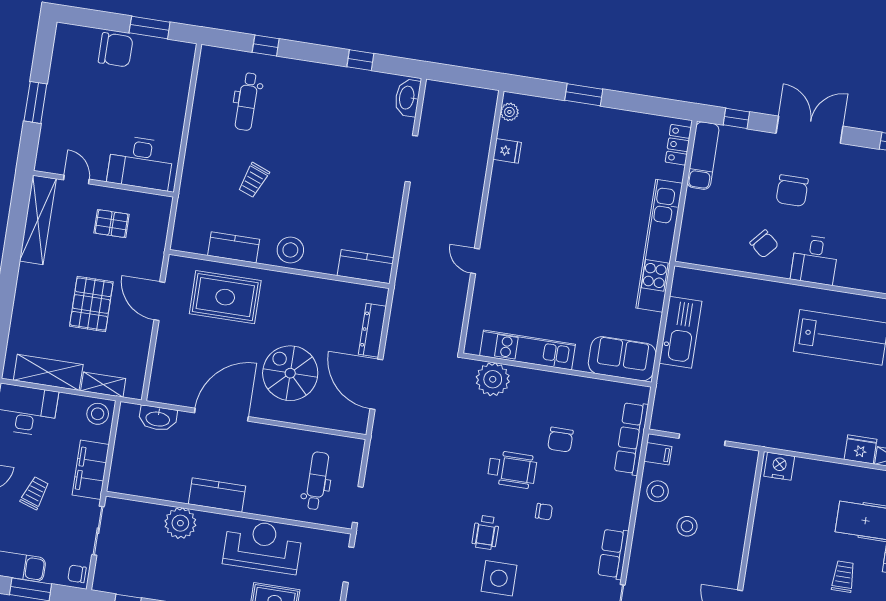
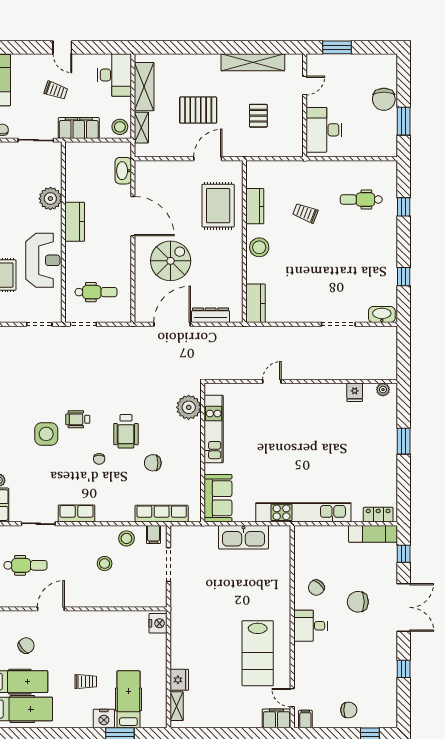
desk: (141, 163) -> (324, 130), moved
door: (76, 180) -> (305, 85), moved
wall: (103, 184) -> (305, 105), moved

